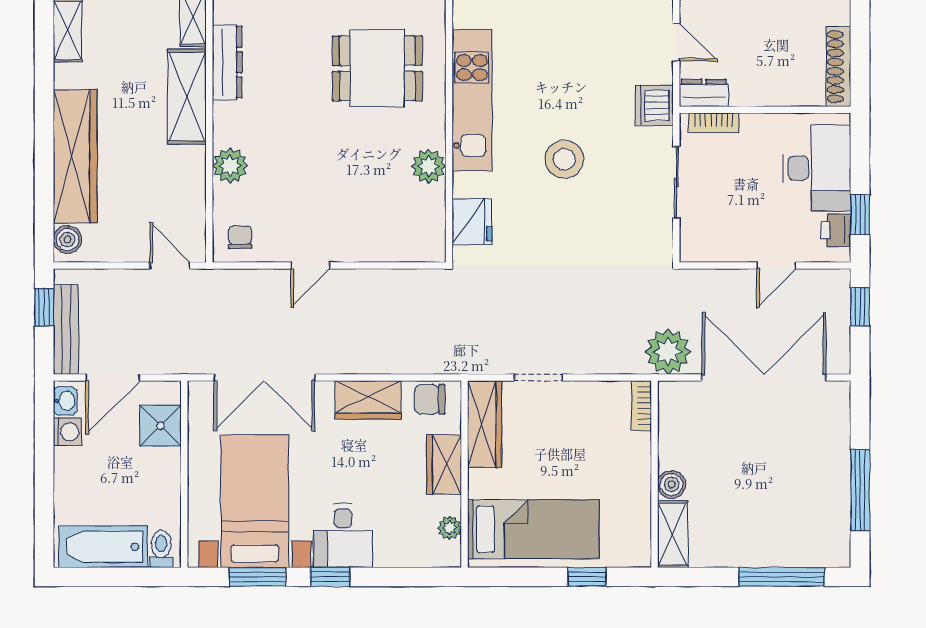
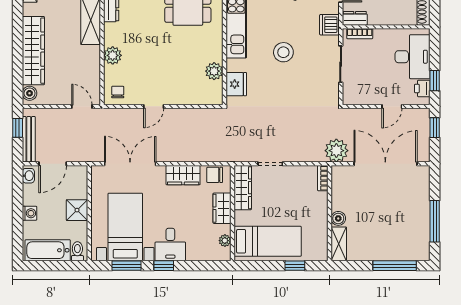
plant: (429, 166) -> (214, 71), moved
double door: (264, 378) -> (130, 164), swing flipped
shower: (160, 426) -> (77, 210), moved
washing machine: (67, 432) -> (30, 213), moved

